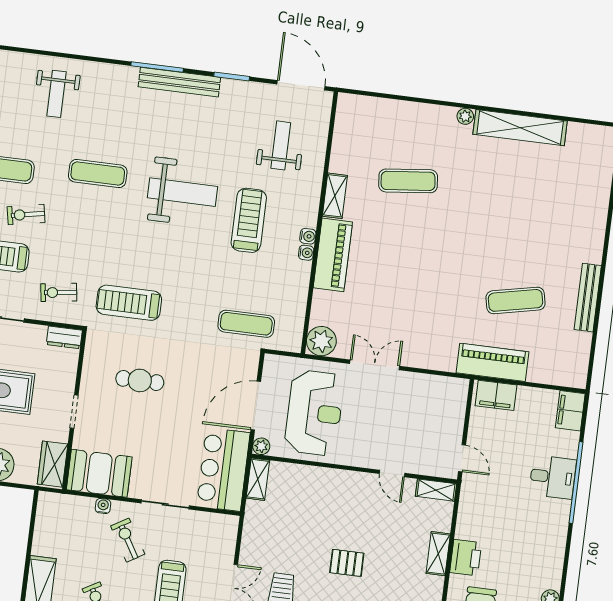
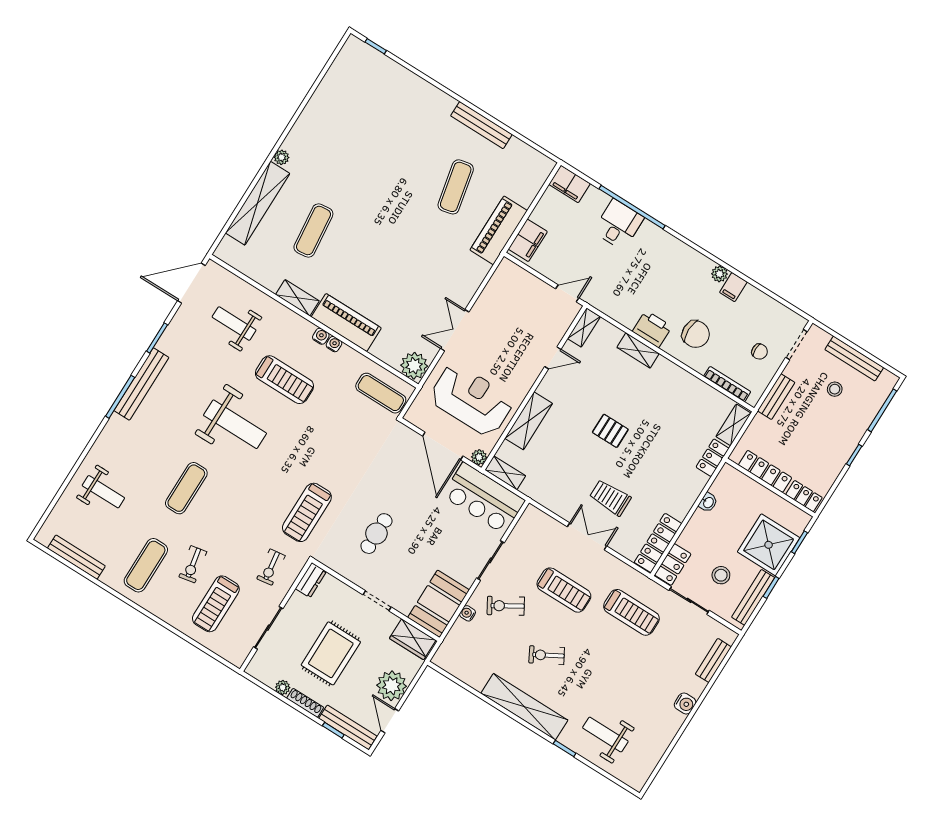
shelving: (520, 128) -> (258, 203), moved
weight bench: (182, 192) -> (235, 424), turned 90
treadmill: (249, 220) -> (284, 380), turned 180
exercise mat: (246, 324) -> (381, 393), moved, turned 90
shelving: (319, 478) -> (529, 421), added
pallet: (347, 563) -> (610, 431), turned 90

